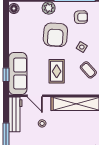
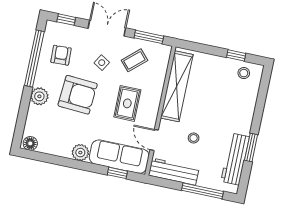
plant: (15, 45) -> (80, 153), added
rug: (57, 71) -> (127, 103), turned 90
door: (35, 96) -> (154, 140), swing flipped

